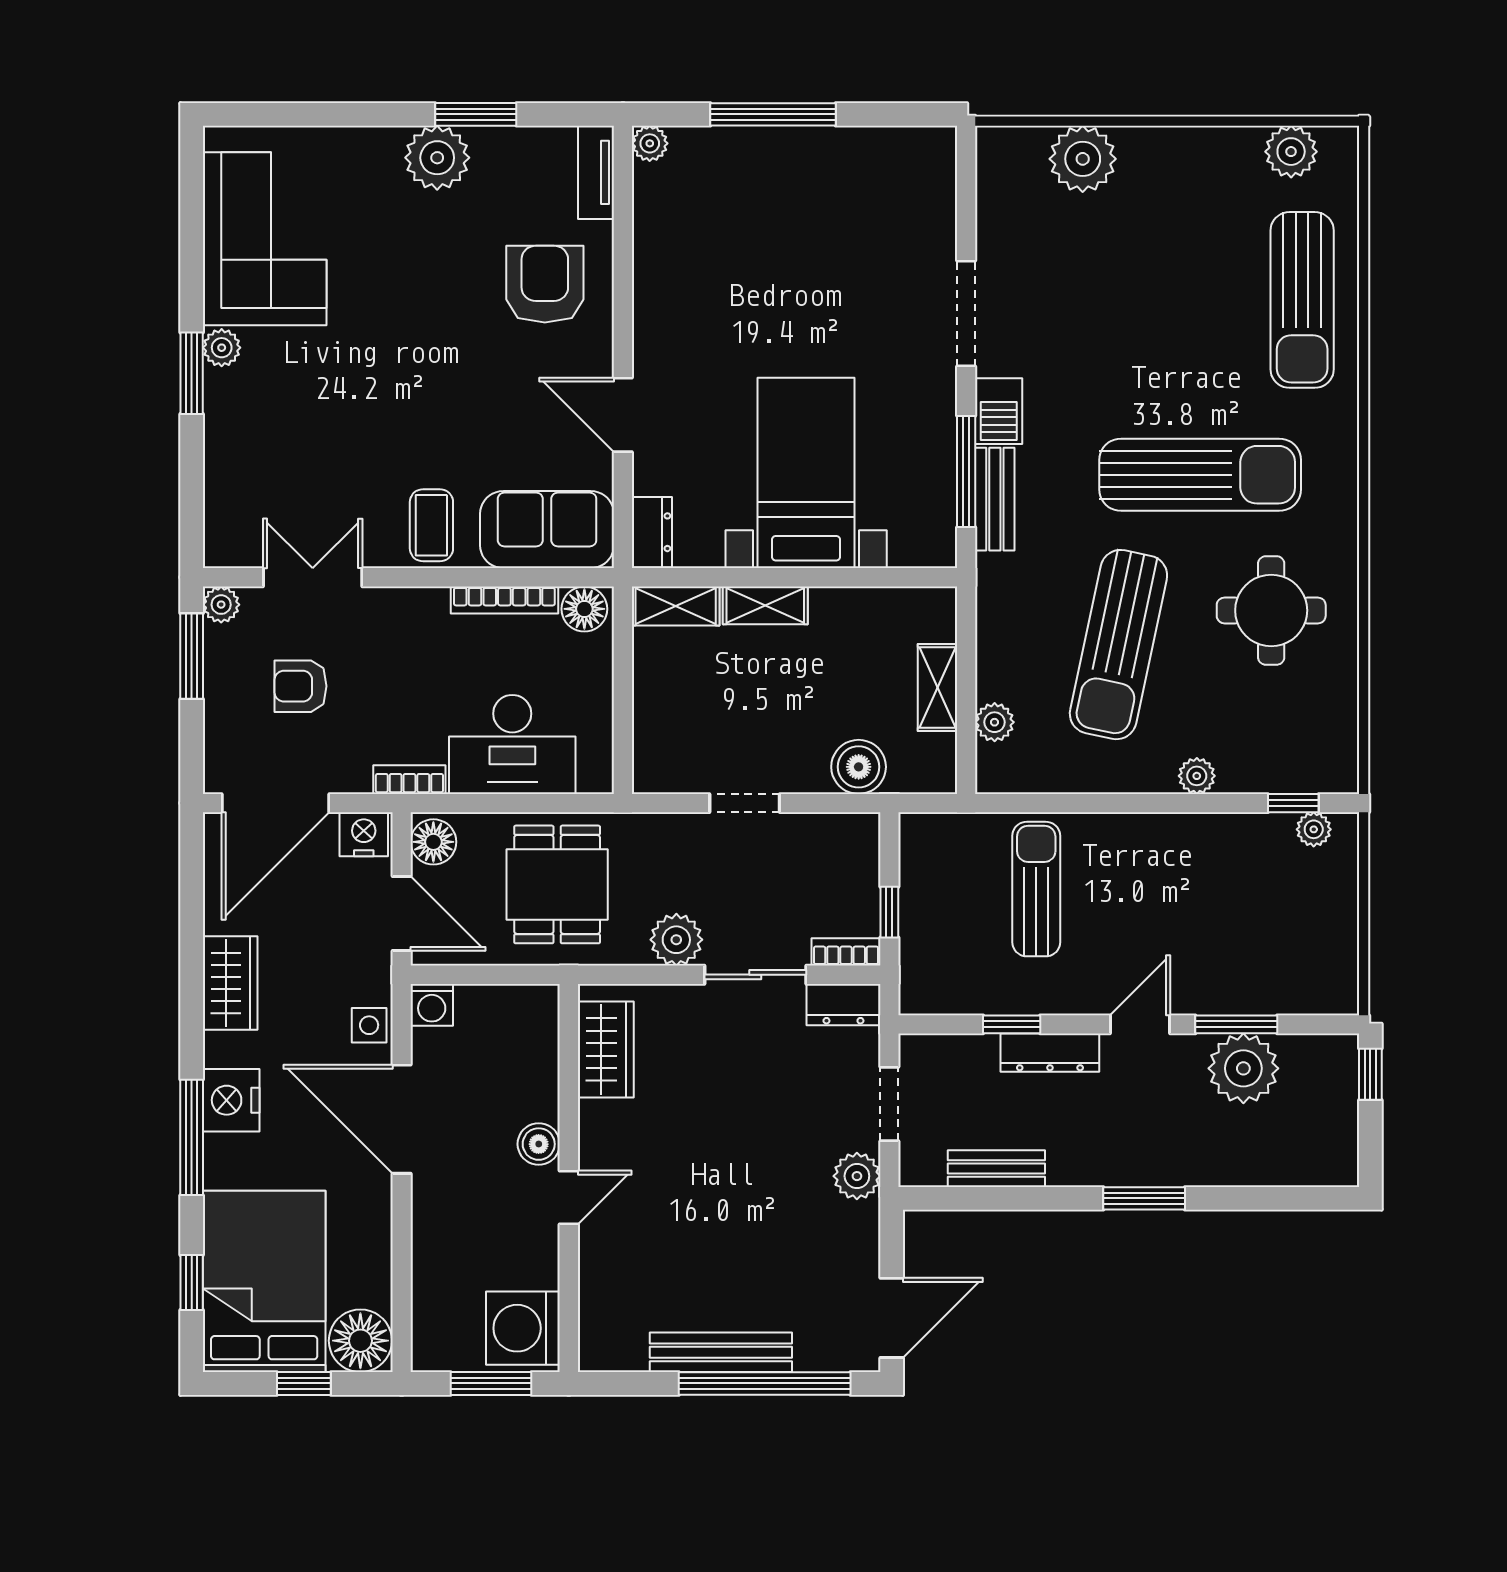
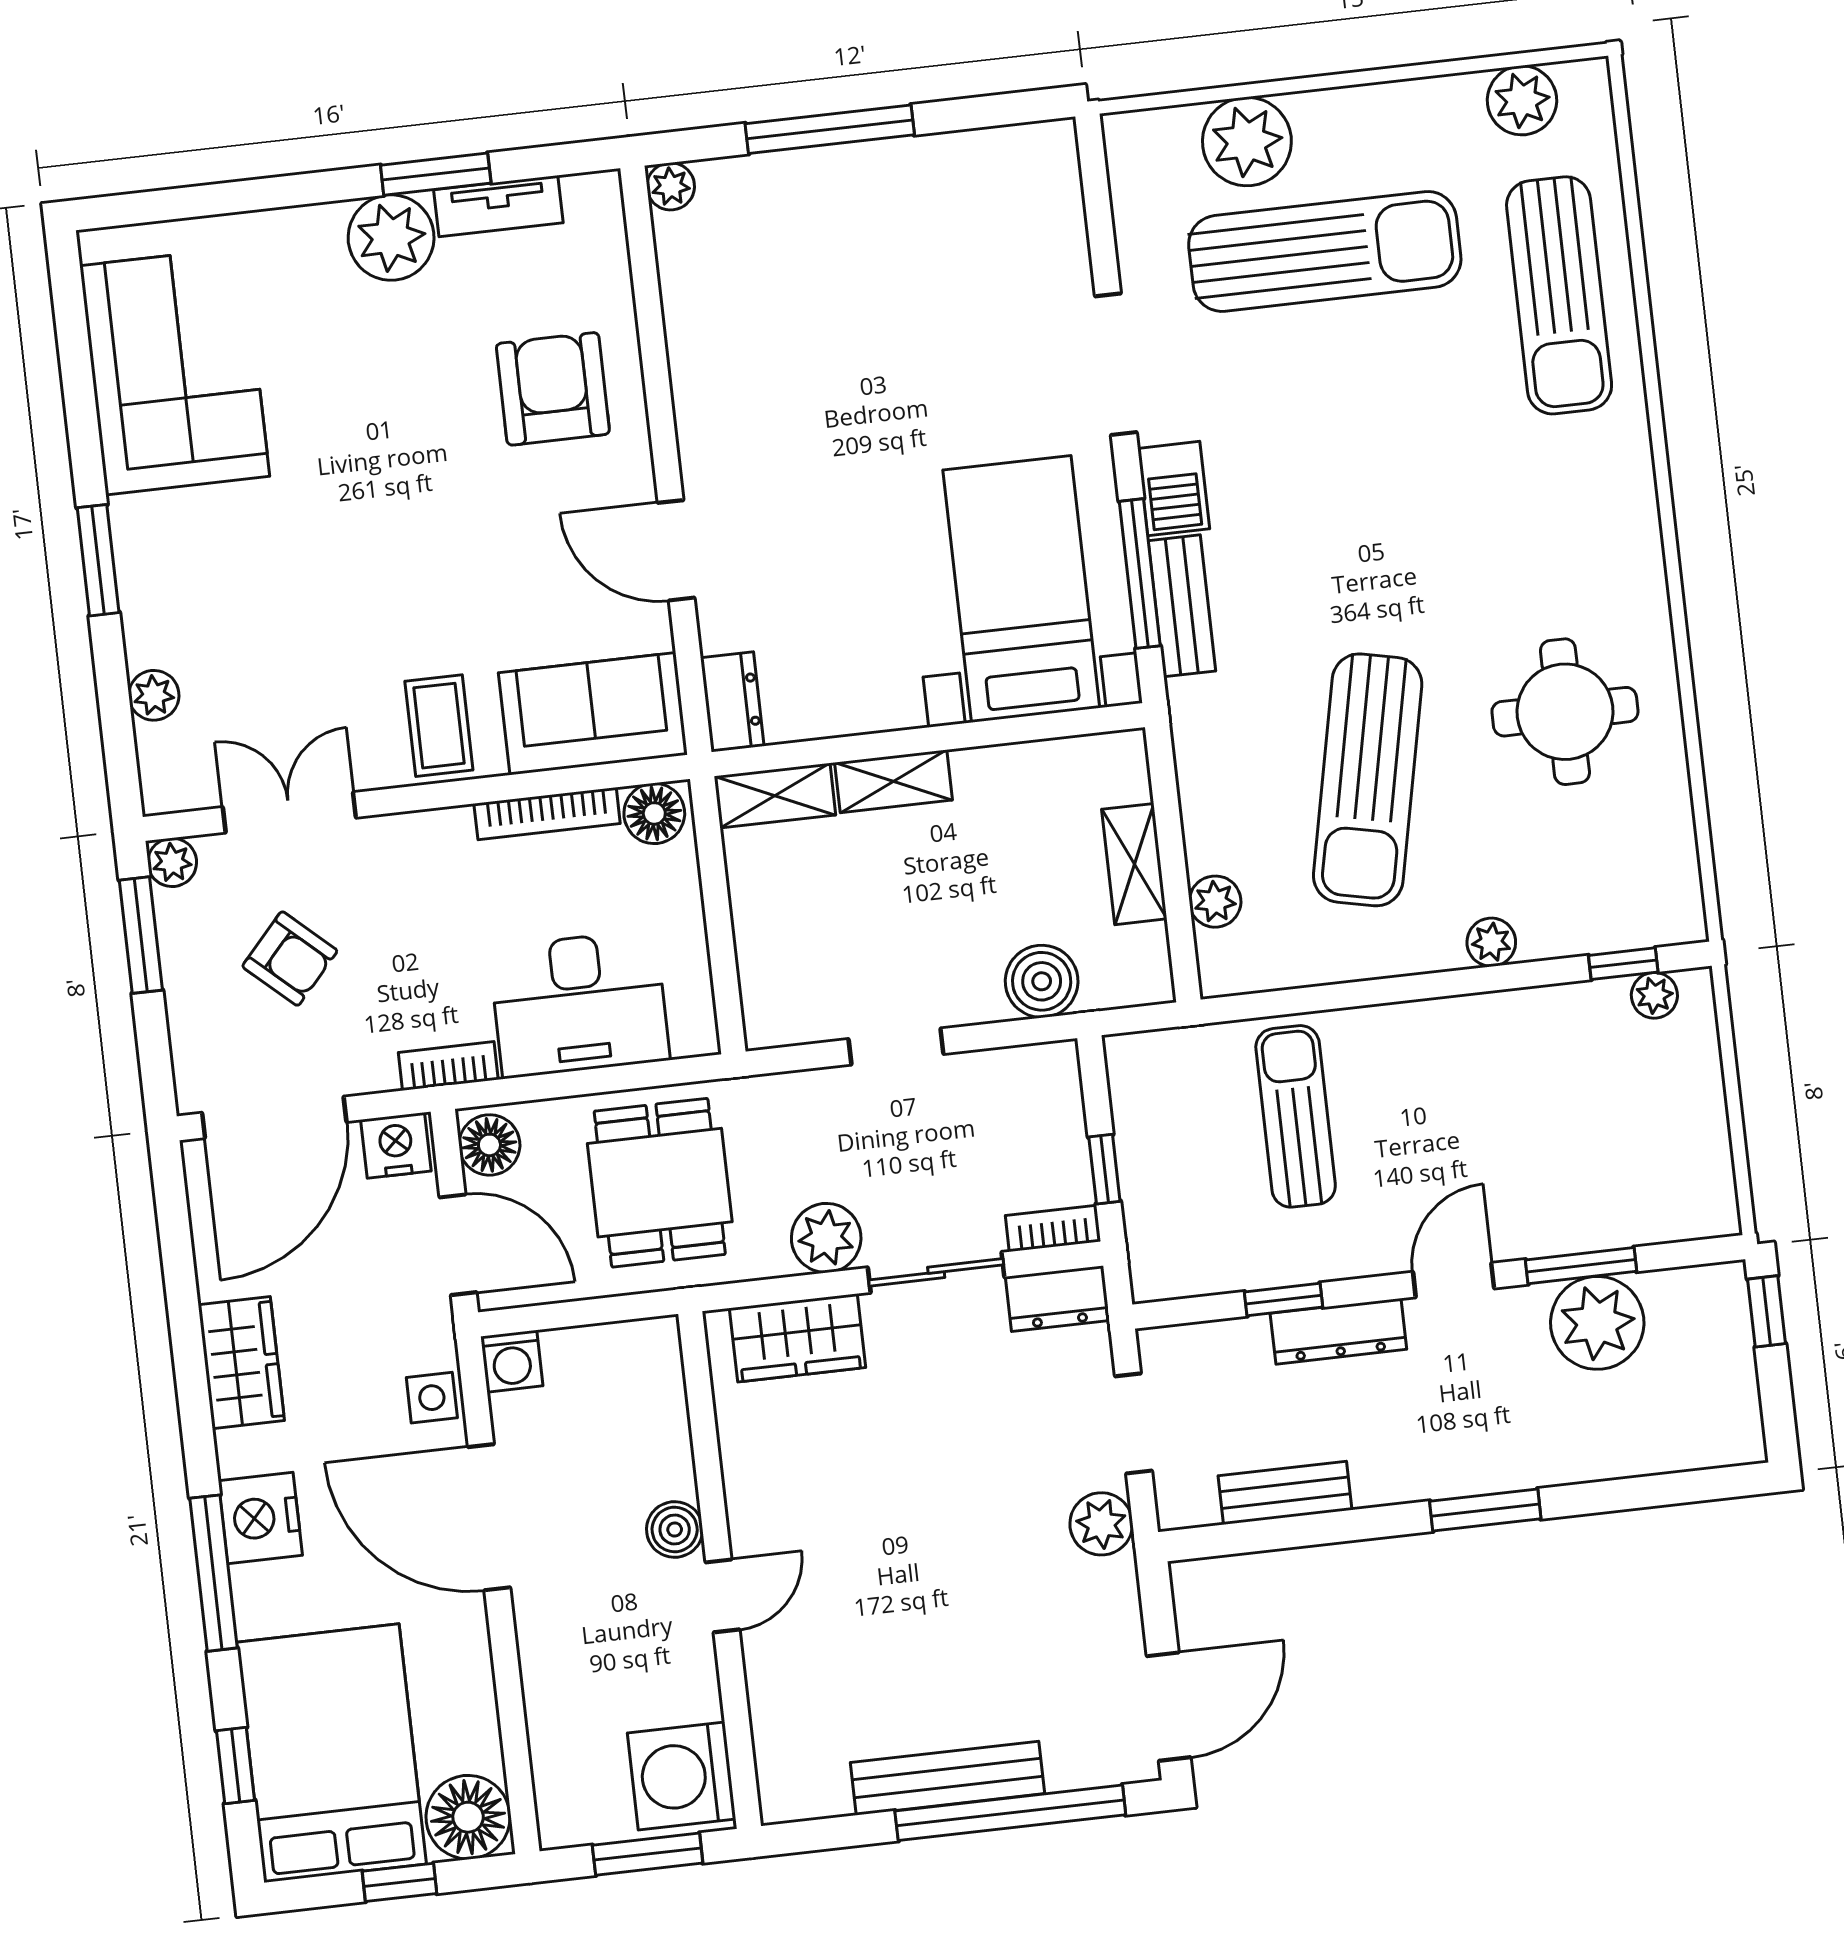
tv unit: (596, 172) -> (498, 206), moved, turned -90
plant: (222, 348) -> (154, 695), moved
bed with nightstands: (806, 473) -> (1021, 589), moved
sun lounger: (1200, 475) -> (1325, 251), moved
armchair: (301, 686) -> (290, 959), turned -138
wardrobe: (606, 1049) -> (798, 1338), moved, turned 90

